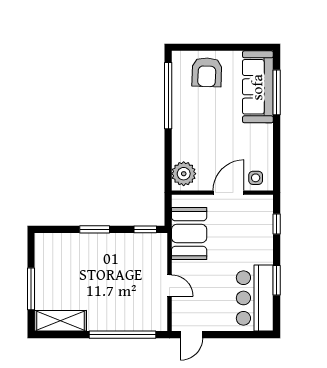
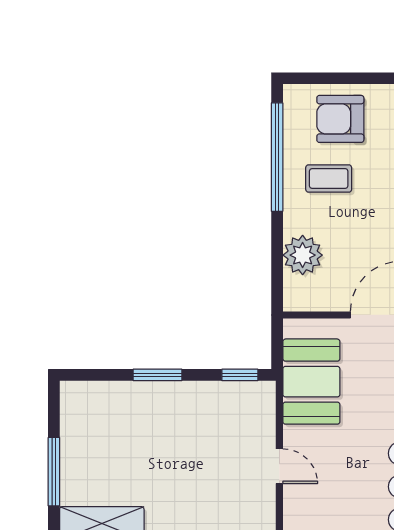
armchair: (207, 72) -> (340, 119), turned 88
coffee table: (200, 109) -> (329, 179), added
plant: (184, 174) -> (303, 255), moved

